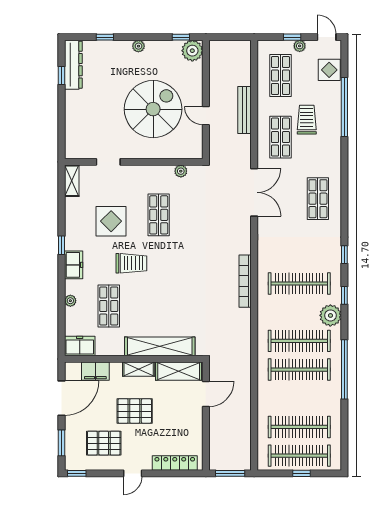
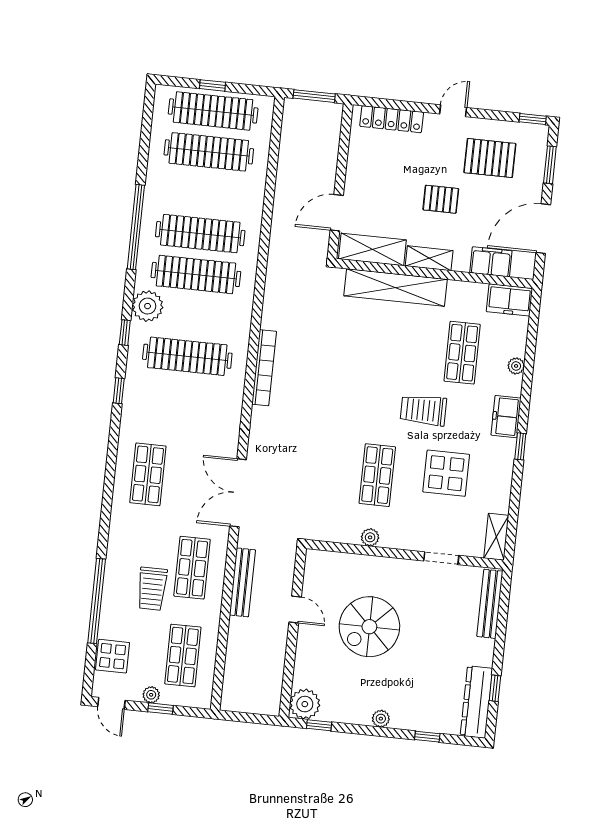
spiral stairs: (153, 109) -> (369, 627), width x0.73, depth x0.73
bench: (244, 110) -> (242, 582), moved
bench: (71, 134) -> (490, 604), added
plant: (181, 171) -> (370, 537), moved
pallet: (135, 411) -> (441, 199), width x0.67, depth x0.71

